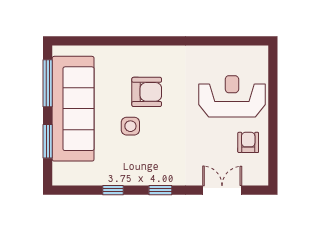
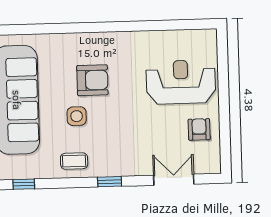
coffee table: (127, 169) -> (74, 161), added
window: (113, 190) -> (24, 184), moved

